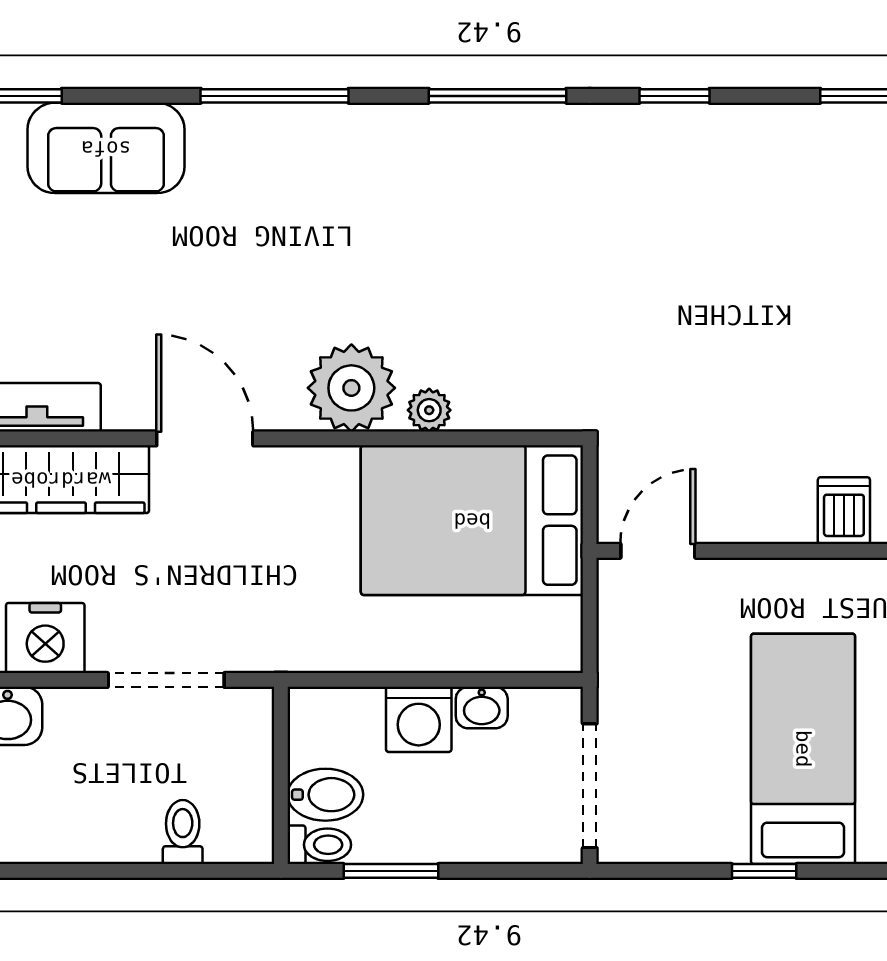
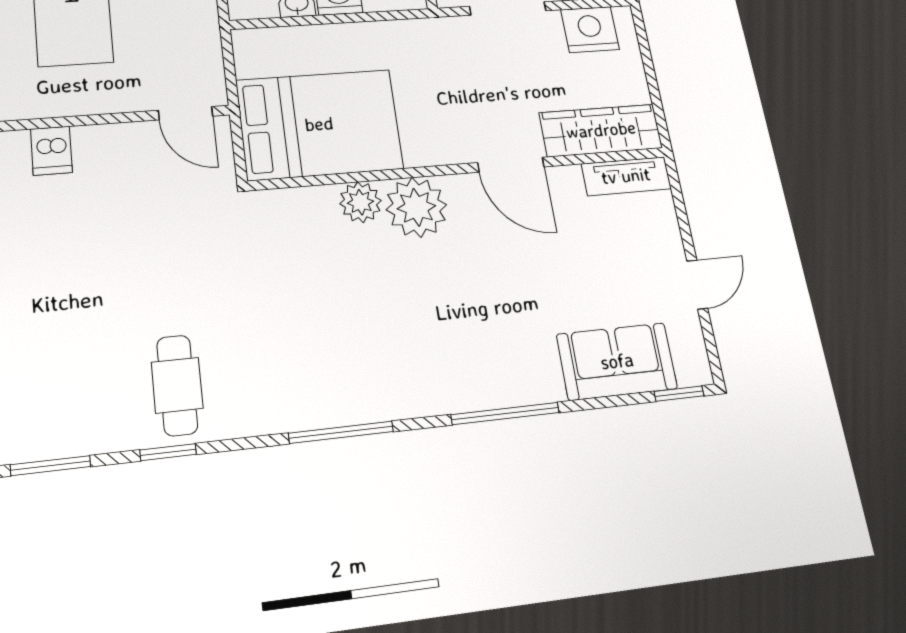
window: (675, 96) -> (168, 452), moved
cafe table: (703, 179) -> (177, 385), added
plant: (429, 410) -> (360, 202), width x1.38, depth x1.38
door: (658, 551) -> (186, 113), hinge flipped

